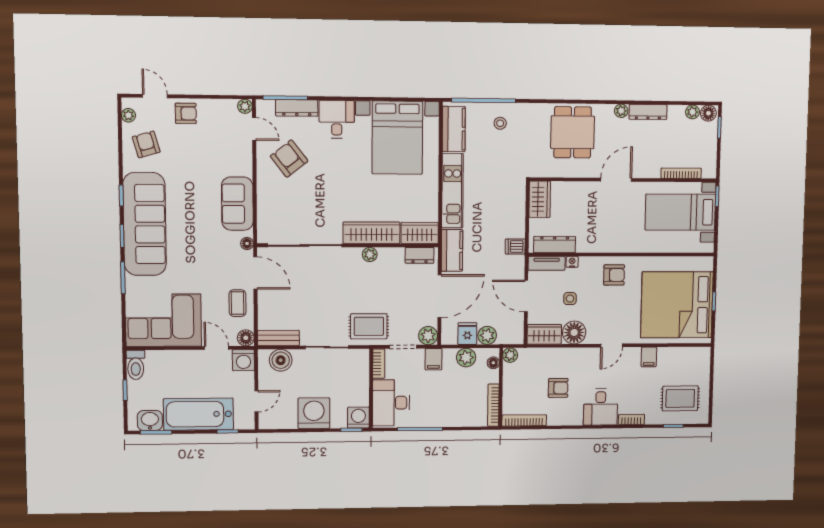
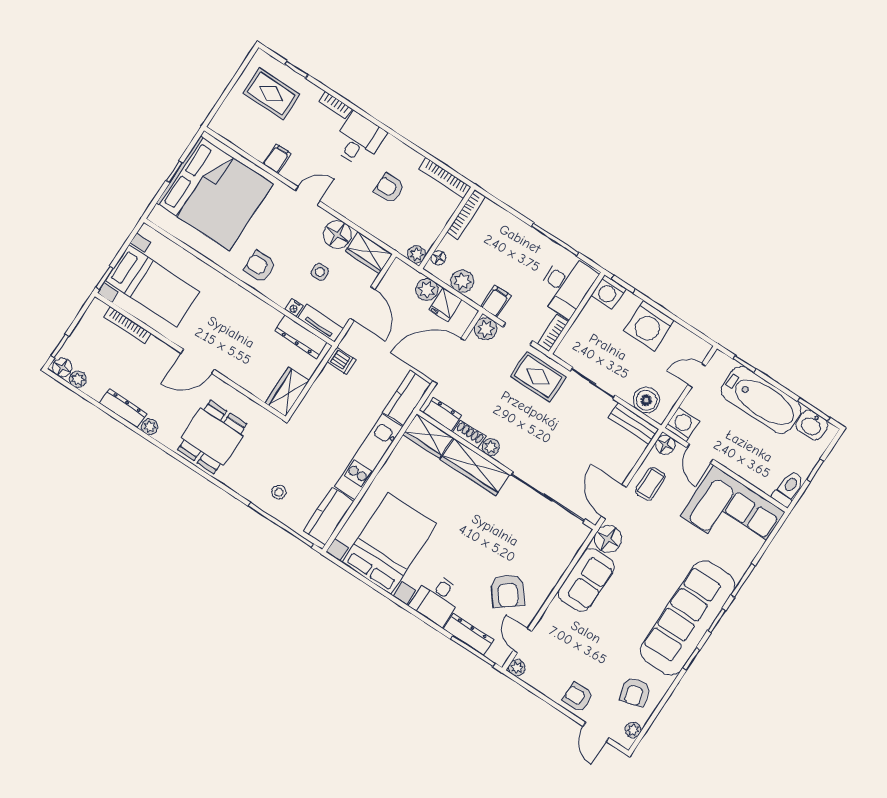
floor lamp: (247, 244) -> (608, 539), width x1.89, depth x1.89
shoe rack: (391, 253) -> (469, 434), added

